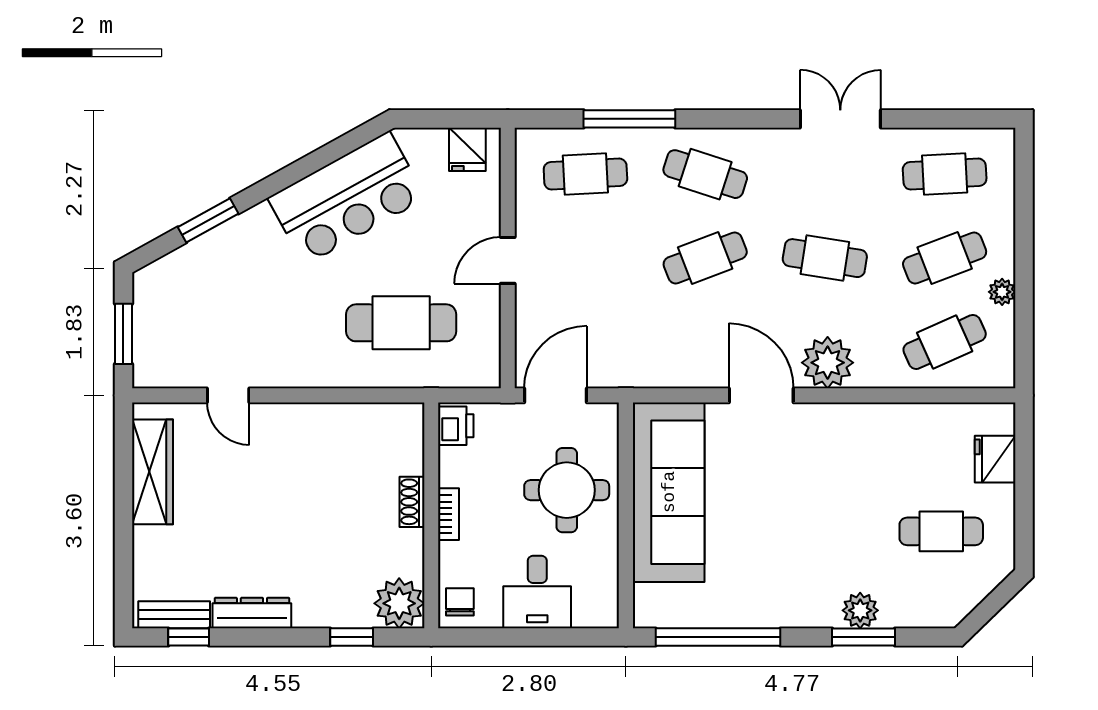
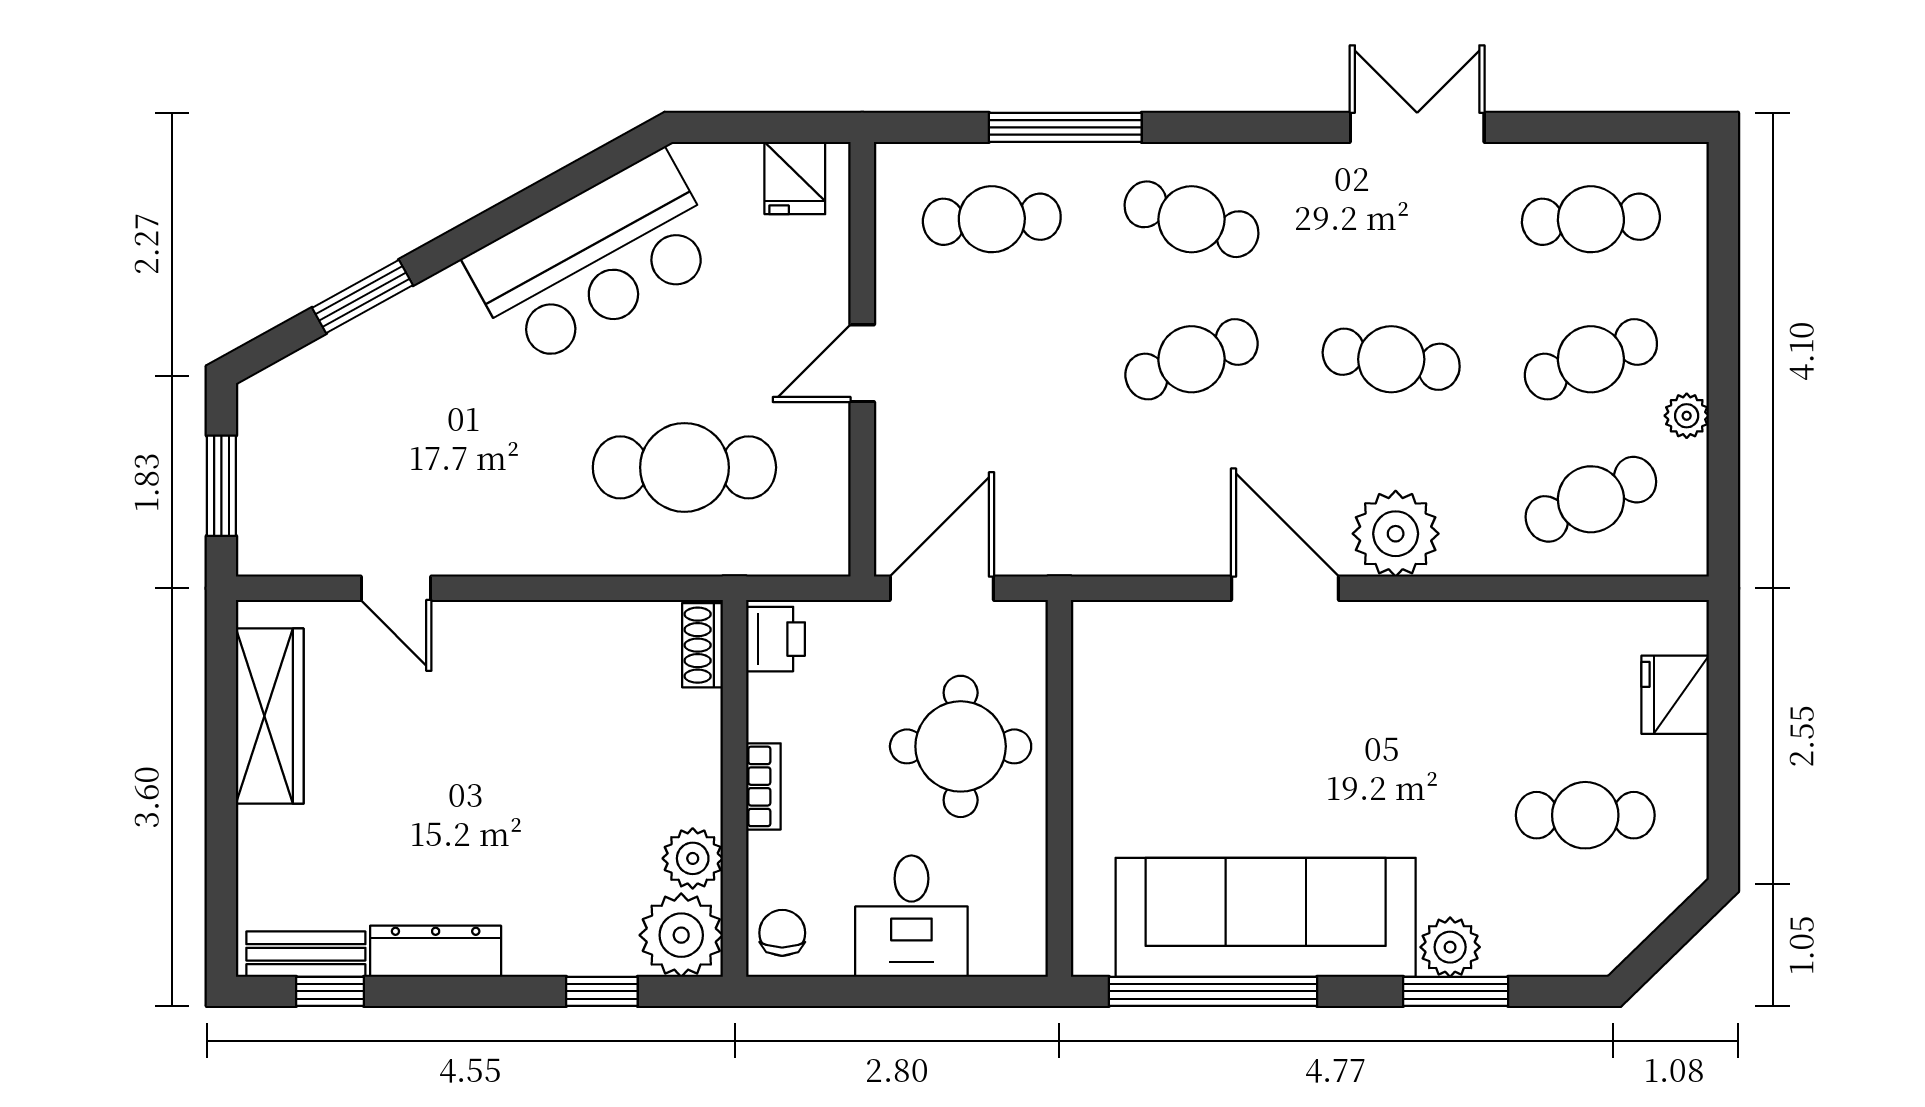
sofa: (669, 492) -> (1266, 917), moved, turned -90
shoe rack: (412, 502) -> (703, 645), moved
plant: (406, 557) -> (693, 858), added

